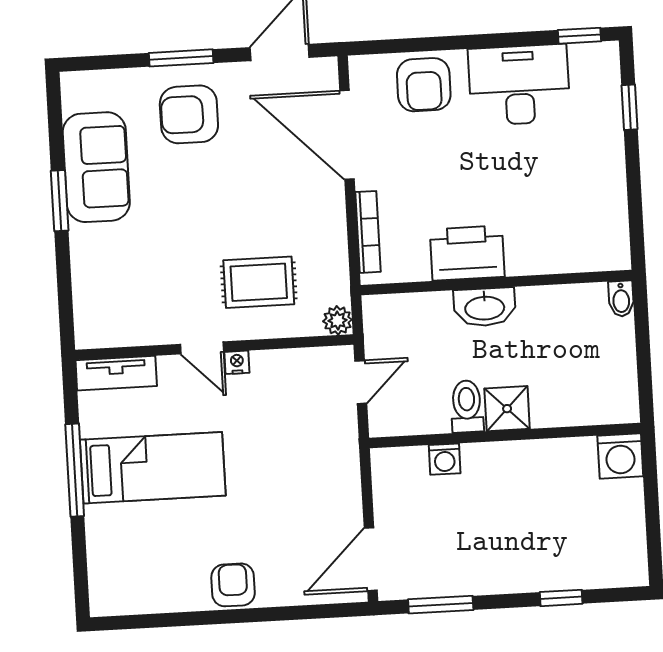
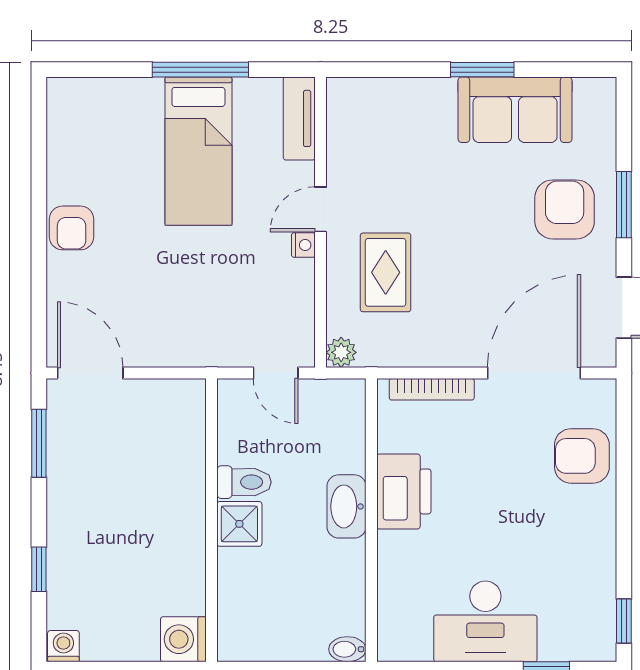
desk: (519, 85) -> (485, 621), moved, turned 90
washing machine: (445, 459) -> (63, 646), moved, turned 90
armchair: (233, 585) -> (72, 228), turned 90

